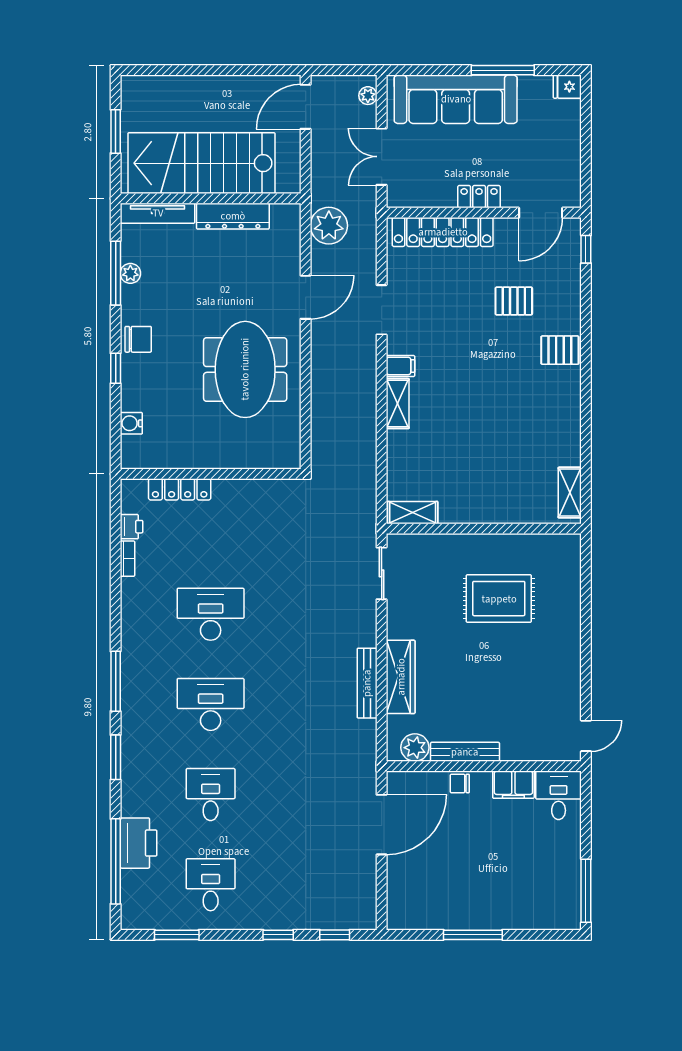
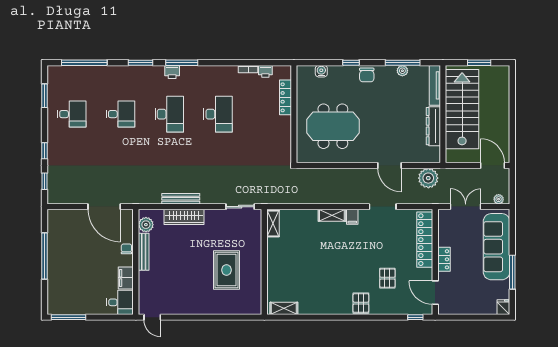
meeting table: (245, 369) -> (333, 126), moved
printer: (138, 843) -> (172, 72), moved, width x0.53, depth x0.68
window: (473, 935) -> (45, 256), width x1.46

